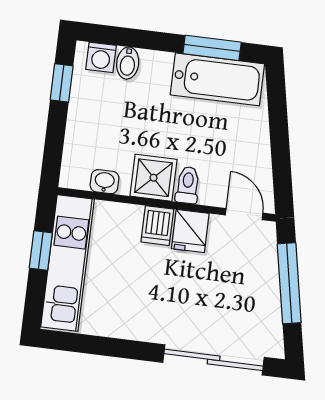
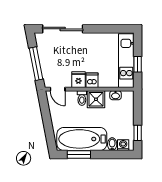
bathtub: (217, 79) -> (82, 139), width x1.36, depth x1.36

